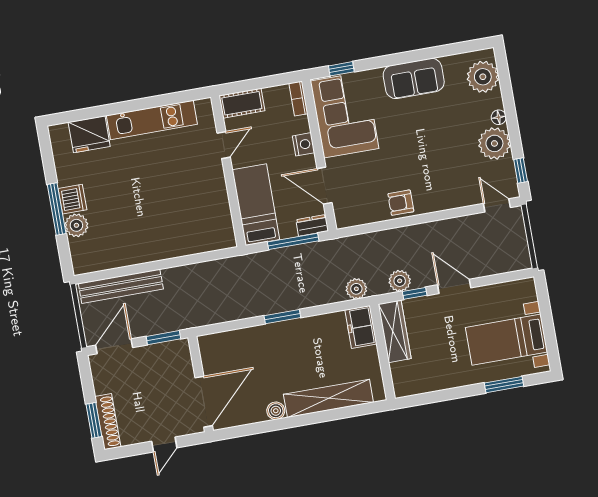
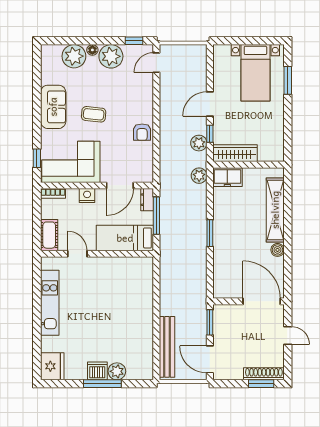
plant: (483, 77) -> (74, 56), moved
fridge: (89, 134) -> (52, 366), moved
coffee table: (413, 134) -> (94, 114), added

